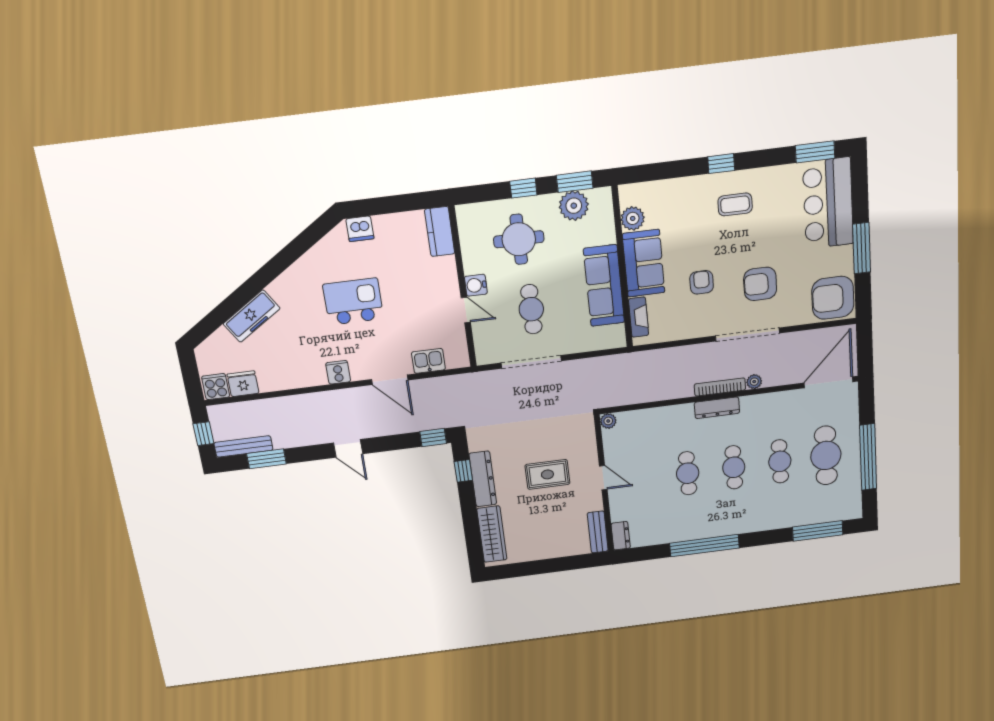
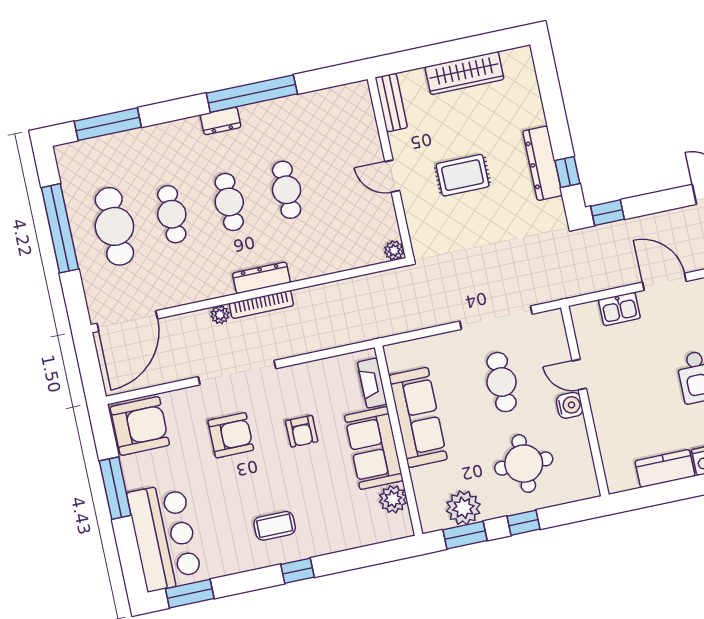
kitchen counter: (440, 232) -> (665, 468), moved, turned -90
wardrobe: (492, 534) -> (464, 73), moved, turned -90
dresser: (621, 536) -> (221, 121), moved, turned -90

